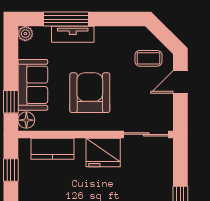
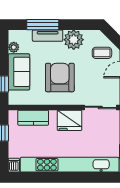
plant: (25, 34) -> (14, 47), moved
plant: (109, 40) -> (74, 40), added
floor lamp: (26, 120) -> (14, 97), removed

